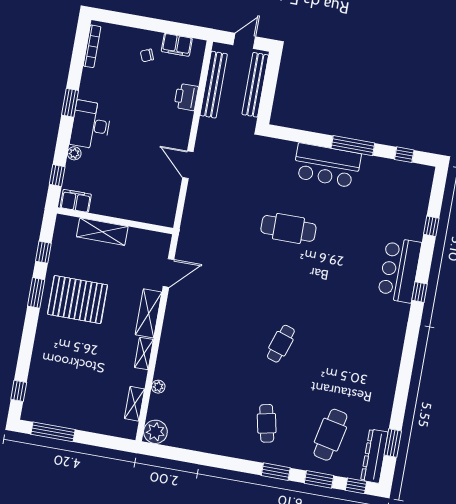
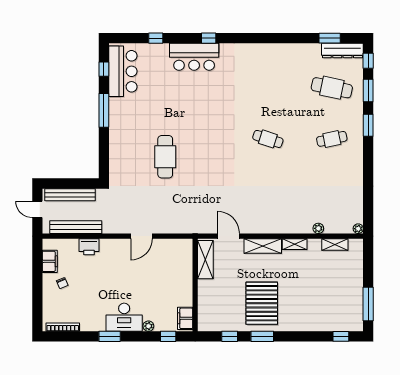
bar counter: (327, 165) -> (123, 71), moved
cafe table: (288, 228) -> (165, 157), moved
shelving: (102, 232) -> (205, 260), moved
plant: (155, 432) -> (358, 229), width x0.53, depth x0.53

